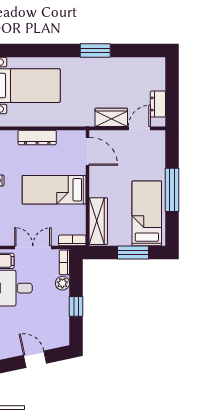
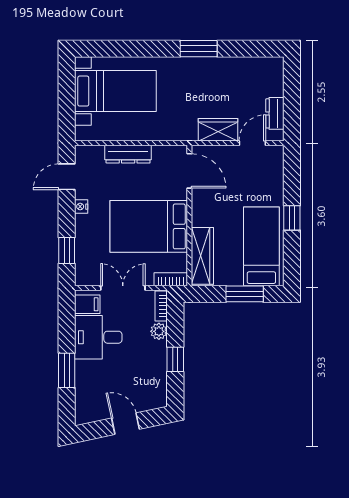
bed: (54, 190) -> (149, 226), width x1.50
window: (172, 190) -> (292, 218), width x0.46

